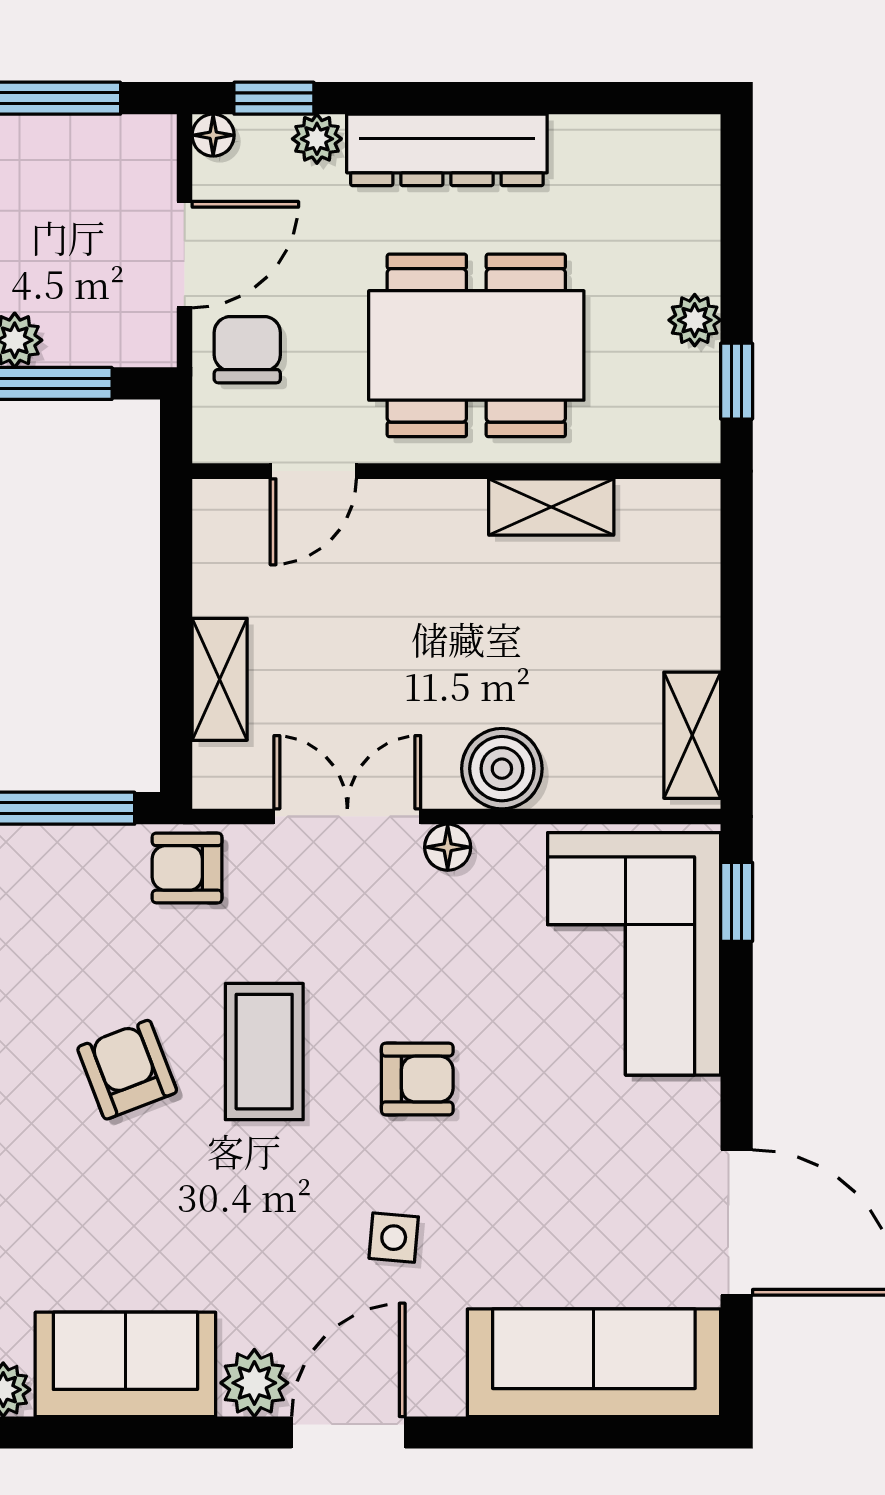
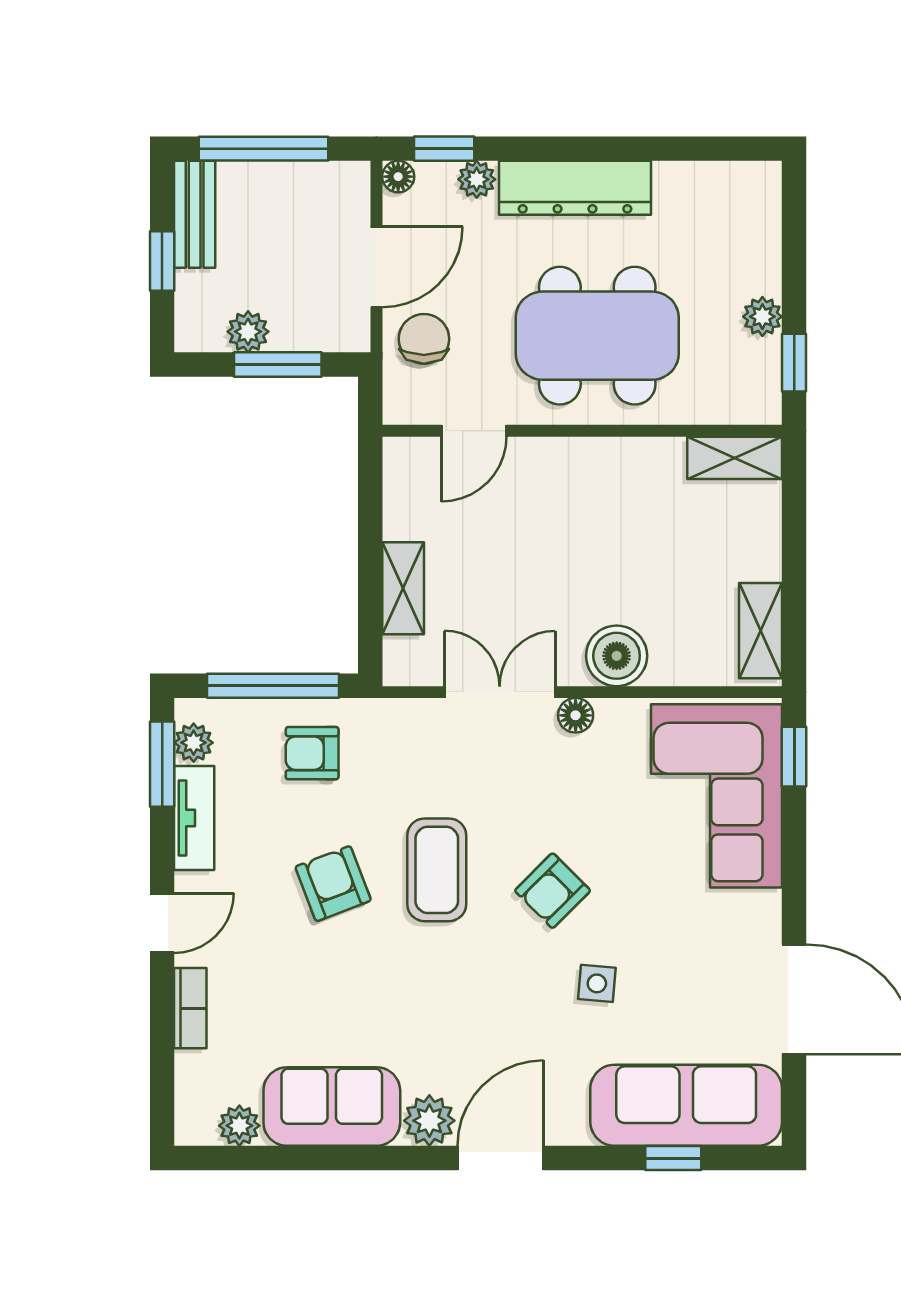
shelving: (551, 507) -> (735, 458), moved
armchair: (187, 868) -> (312, 753), moved
armchair: (417, 1079) -> (553, 891), turned 135
side table: (394, 1238) -> (597, 983), moved
window: (577, 1433) -> (673, 1158), added

